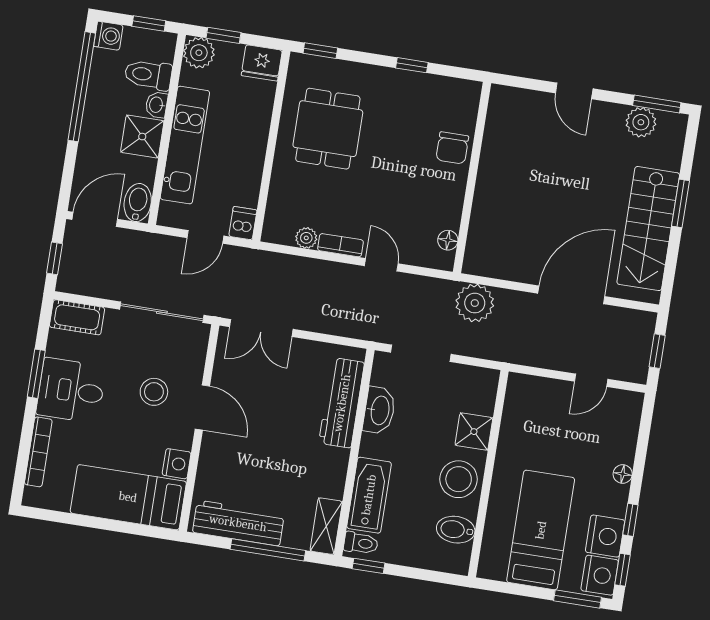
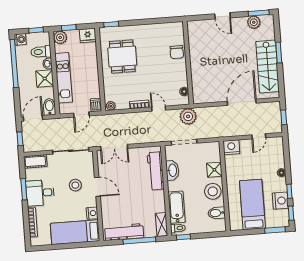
window: (412, 65) -> (151, 21), removed
plant: (306, 238) -> (111, 106), moved
plant: (475, 303) -> (188, 116), moved
nightstand: (600, 575) -> (231, 147), moved, turned -90

